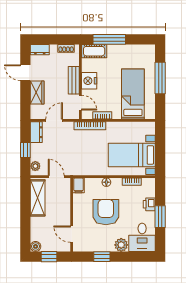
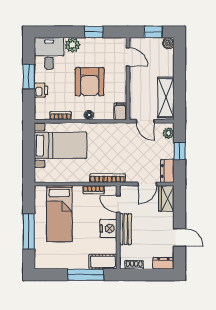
wardrobe: (37, 93) -> (166, 198), moved

